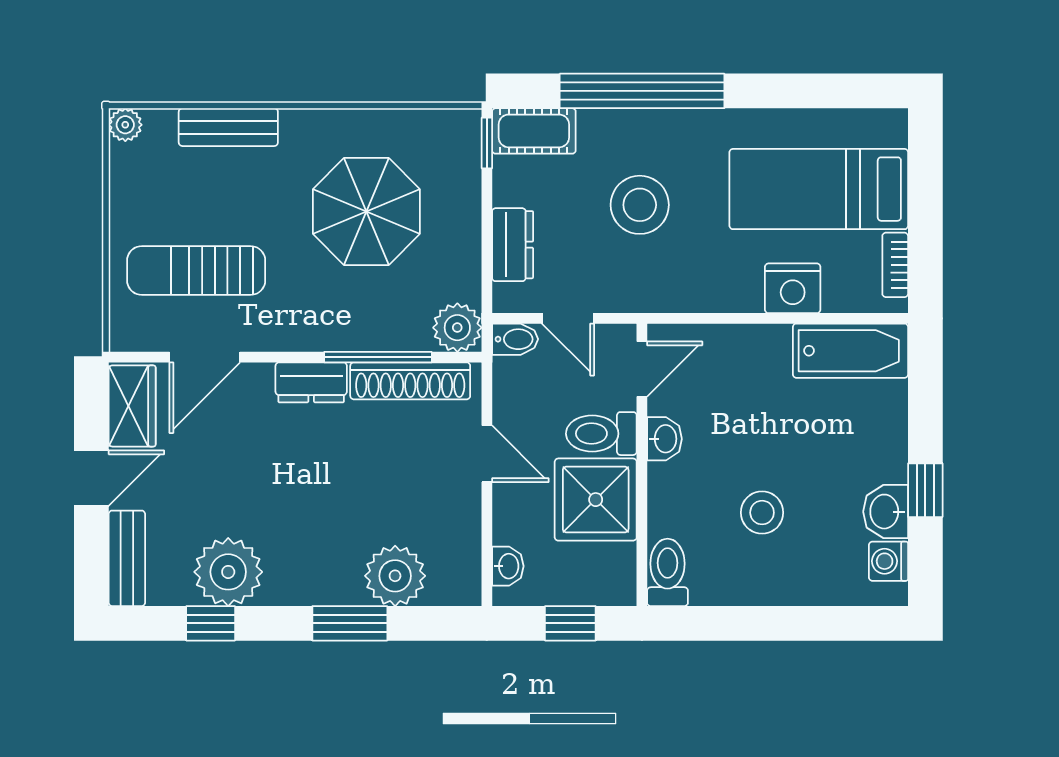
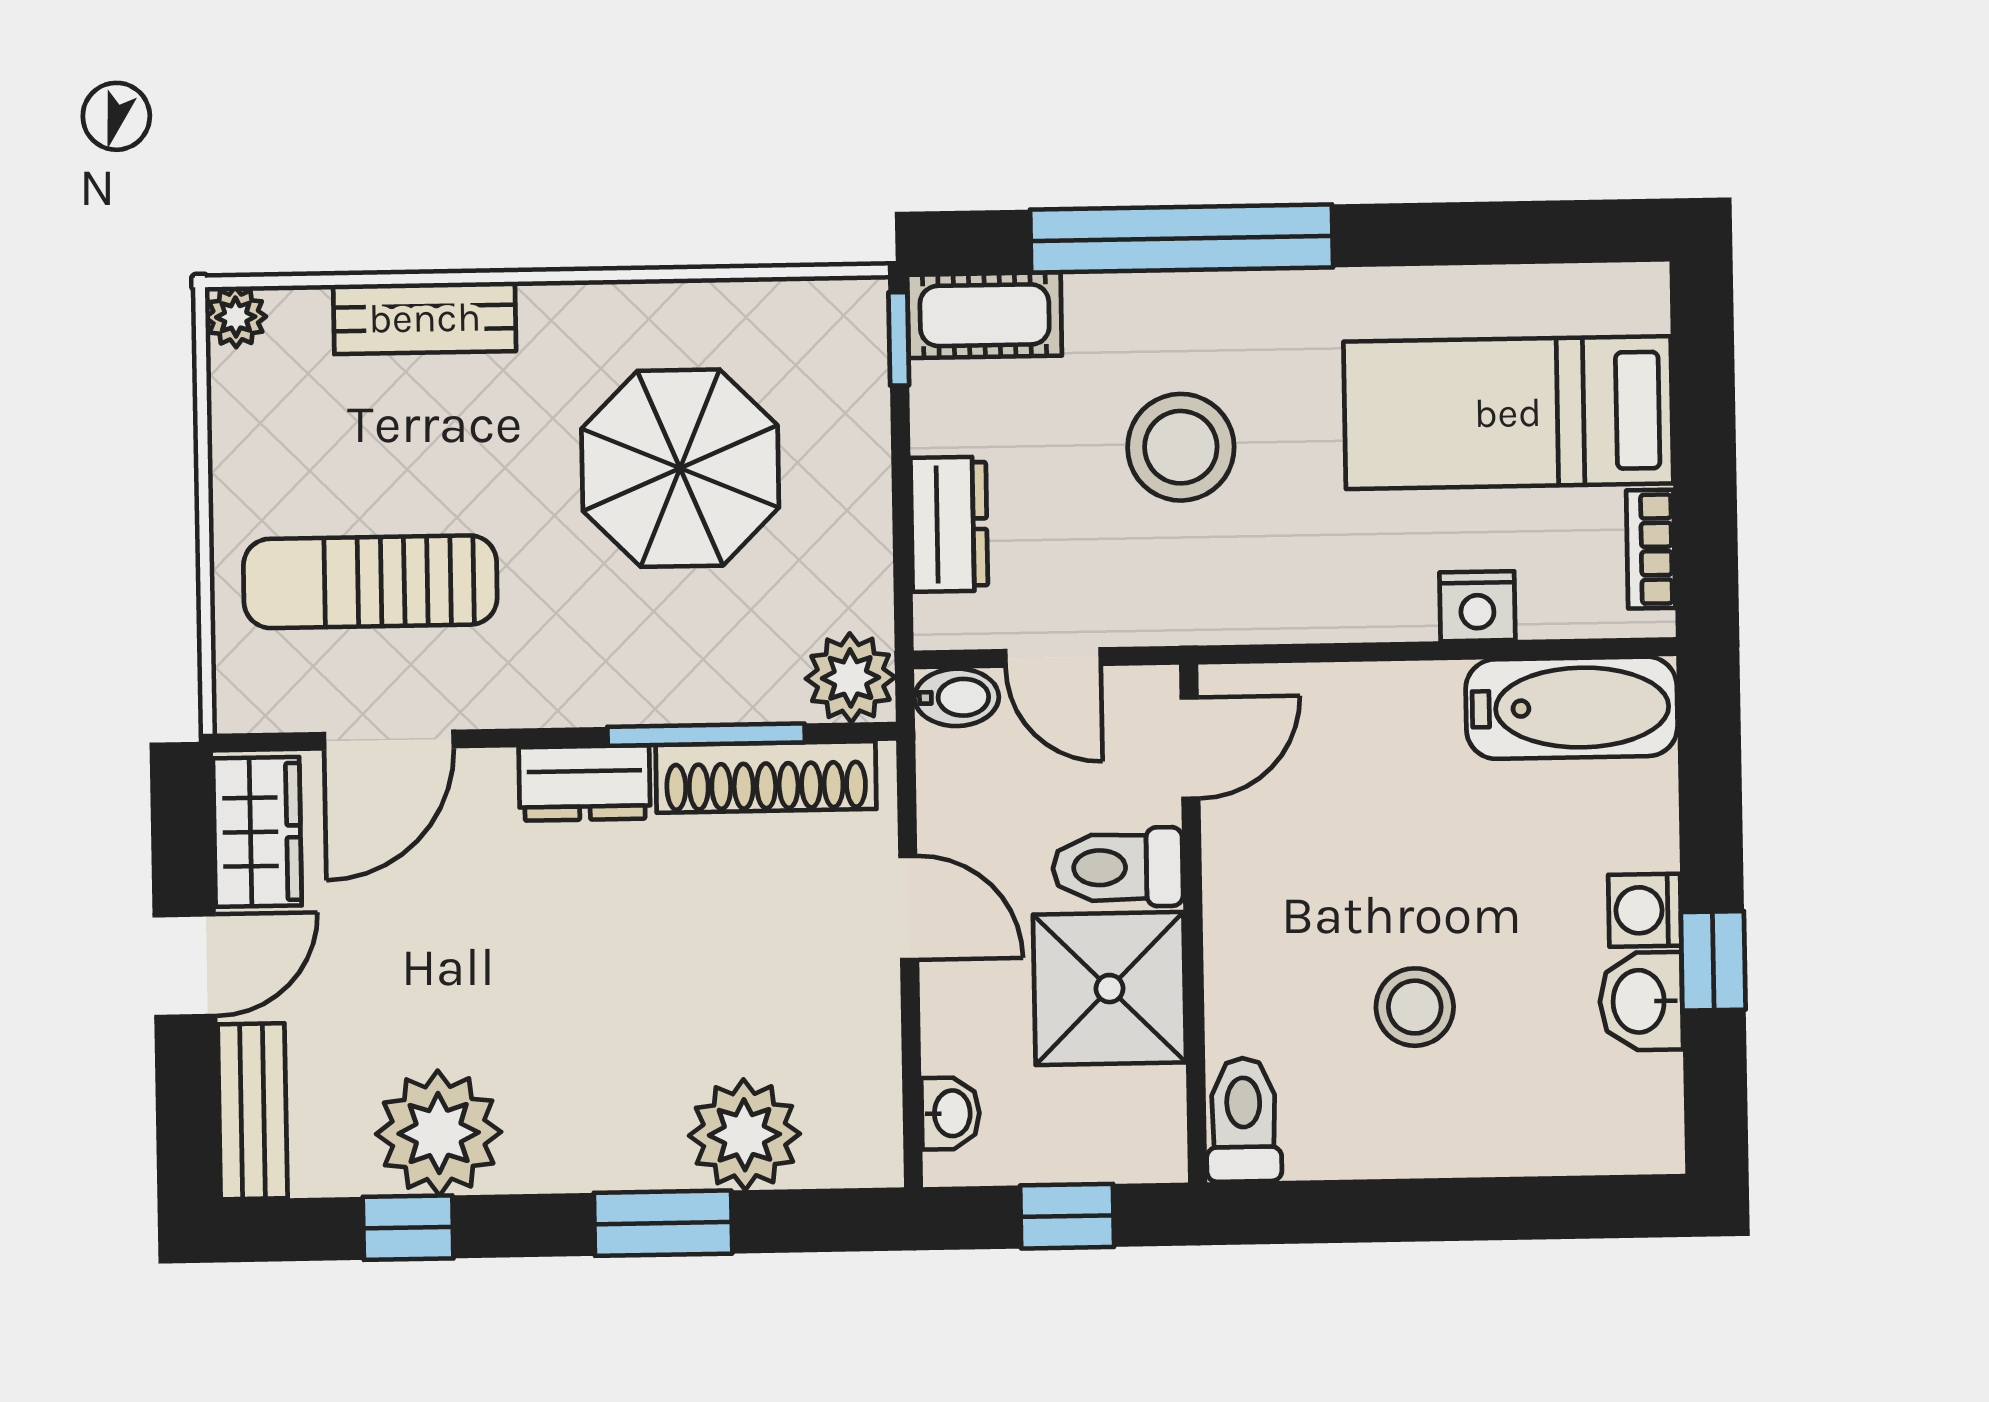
nightstand: (793, 288) -> (1477, 606), width x0.74, depth x0.75
washbasin: (664, 439) -> (1234, 875), removed
washing machine: (888, 561) -> (1645, 910), moved

